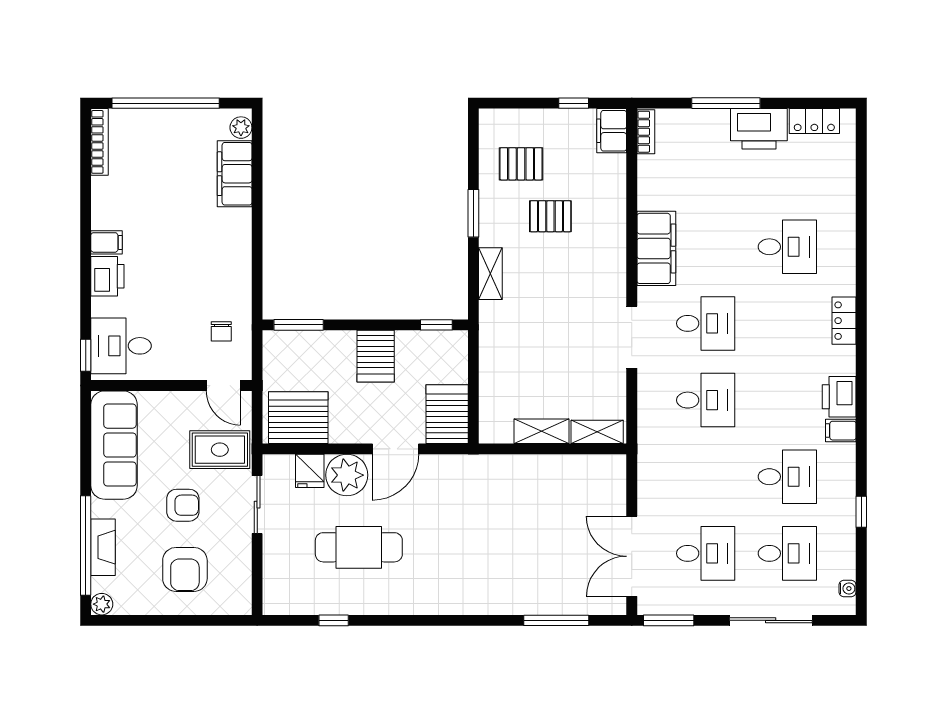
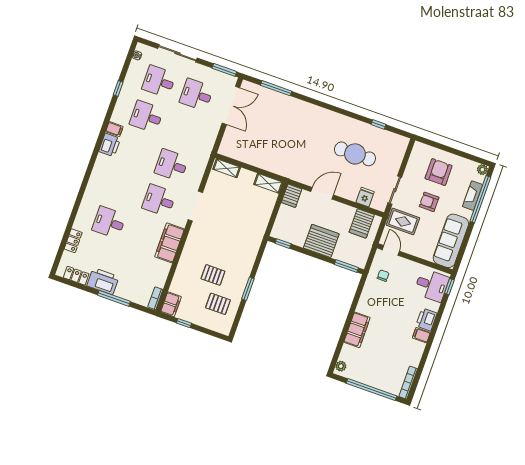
filing cabinet: (235, 174) -> (357, 330), moved
shelving: (490, 274) -> (250, 258), removed
locker: (844, 321) -> (73, 241), moved
server rack: (376, 356) -> (321, 241), width x1.60
server rack: (447, 414) -> (292, 196), width x0.73, depth x0.70
server rack: (298, 418) -> (362, 223), width x0.62
shelving: (542, 431) -> (268, 183), moved
plant: (347, 475) -> (349, 189), removed

